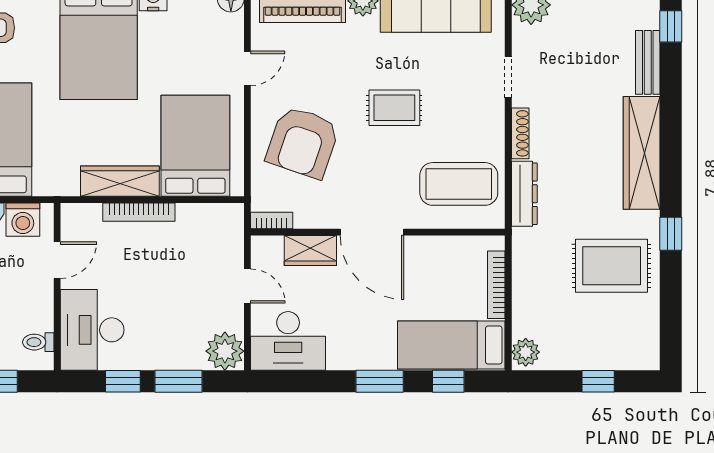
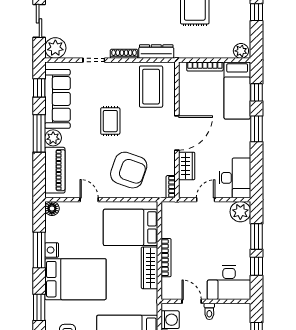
toilet: (38, 342) -> (209, 311), moved

